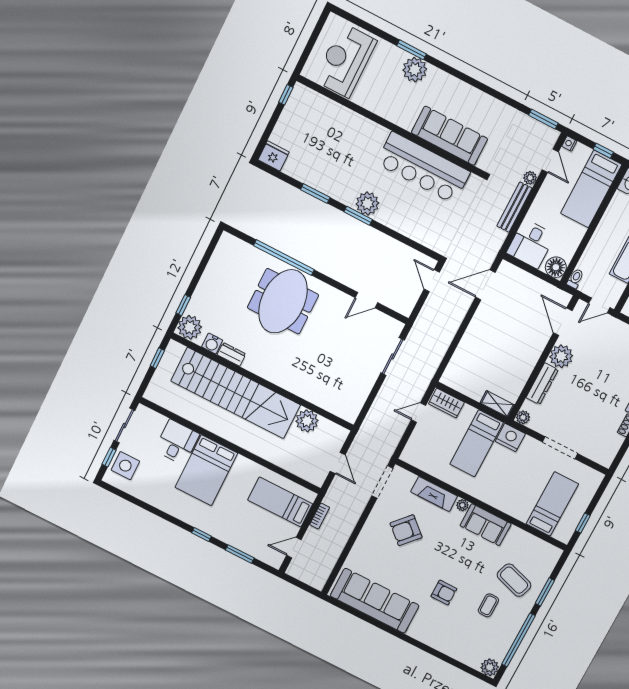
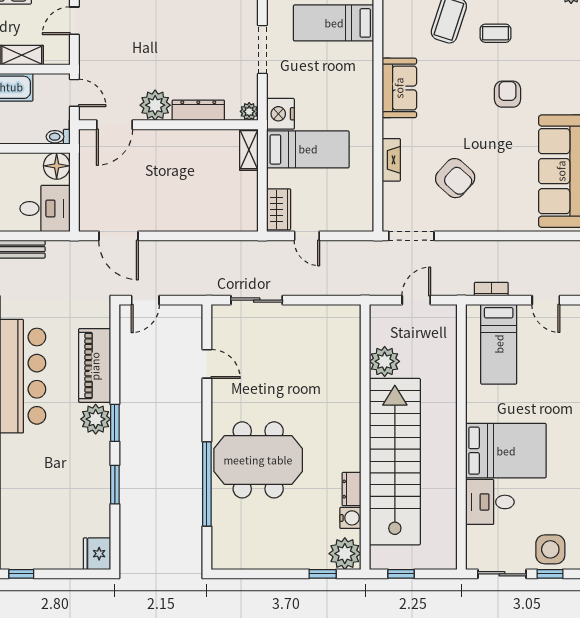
piano: (405, 222) -> (95, 366), added
fireplace: (434, 494) -> (391, 160), width x0.73, depth x0.76
plant: (462, 505) -> (390, 127), removed

